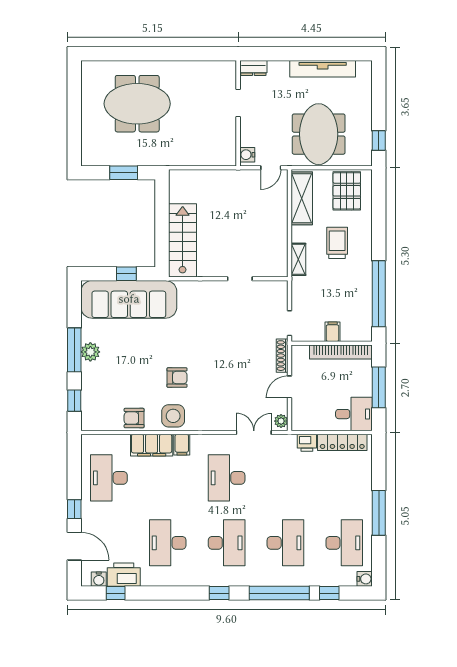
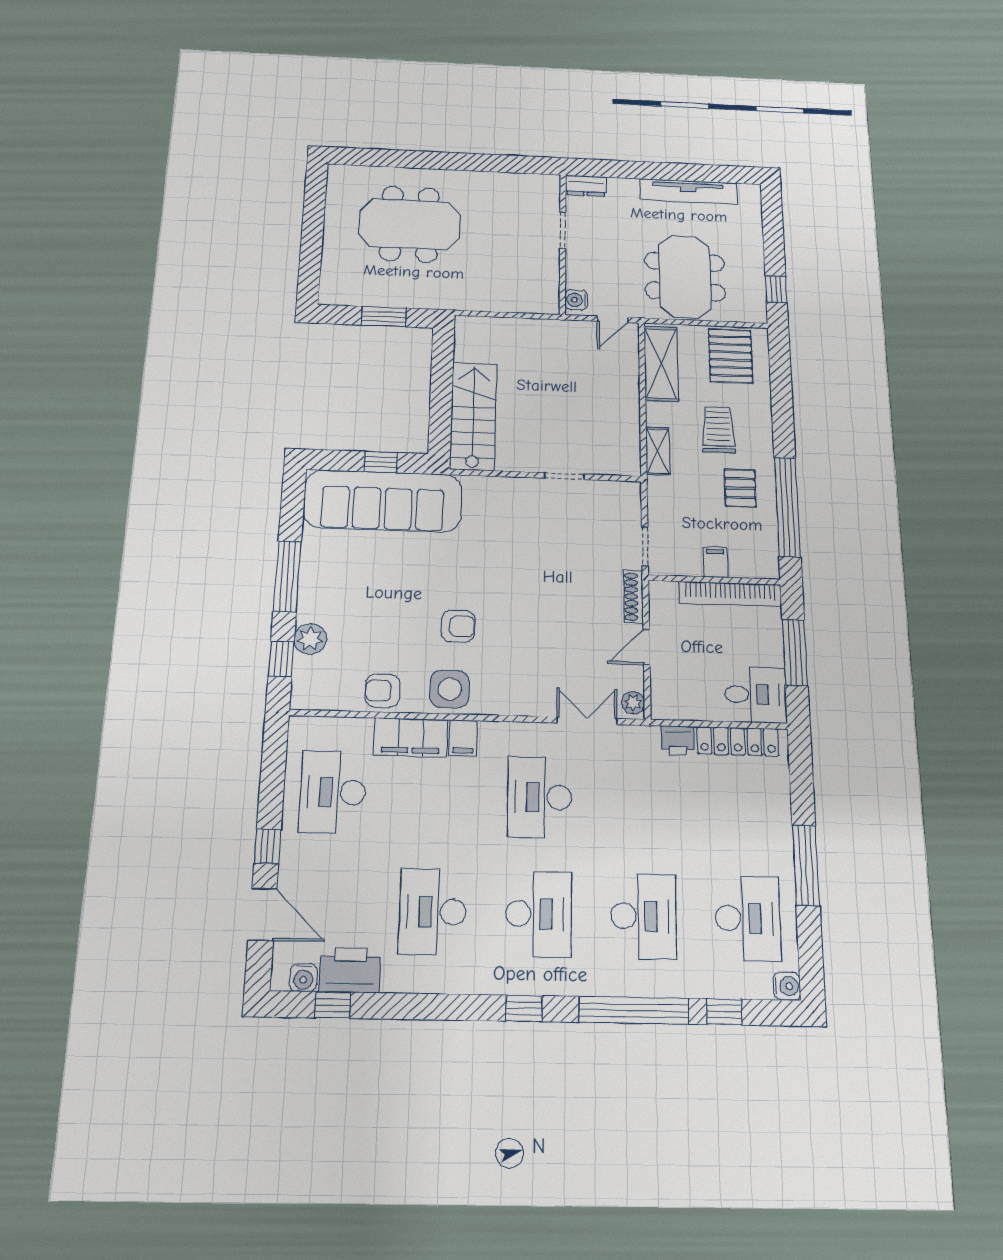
pallet: (350, 282) -> (740, 488), added
plant: (90, 352) -> (310, 639), moved

